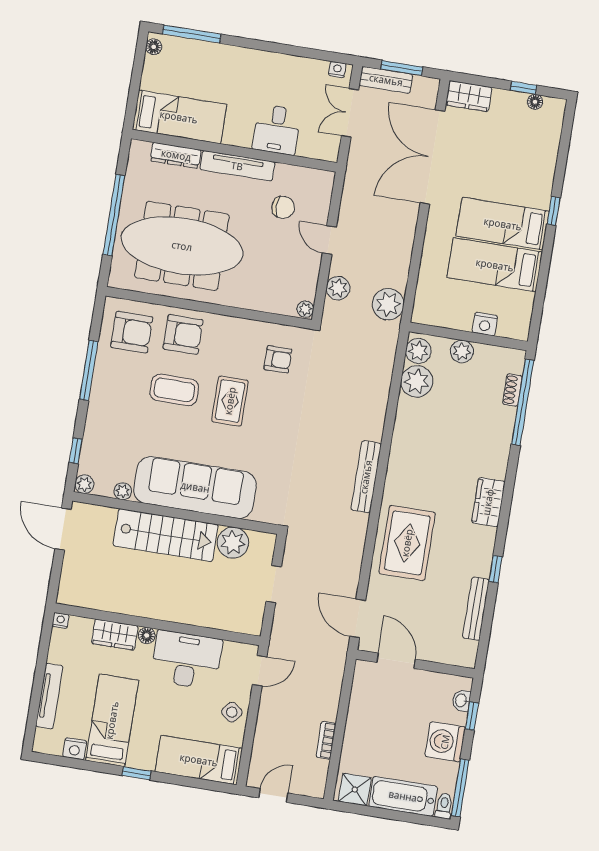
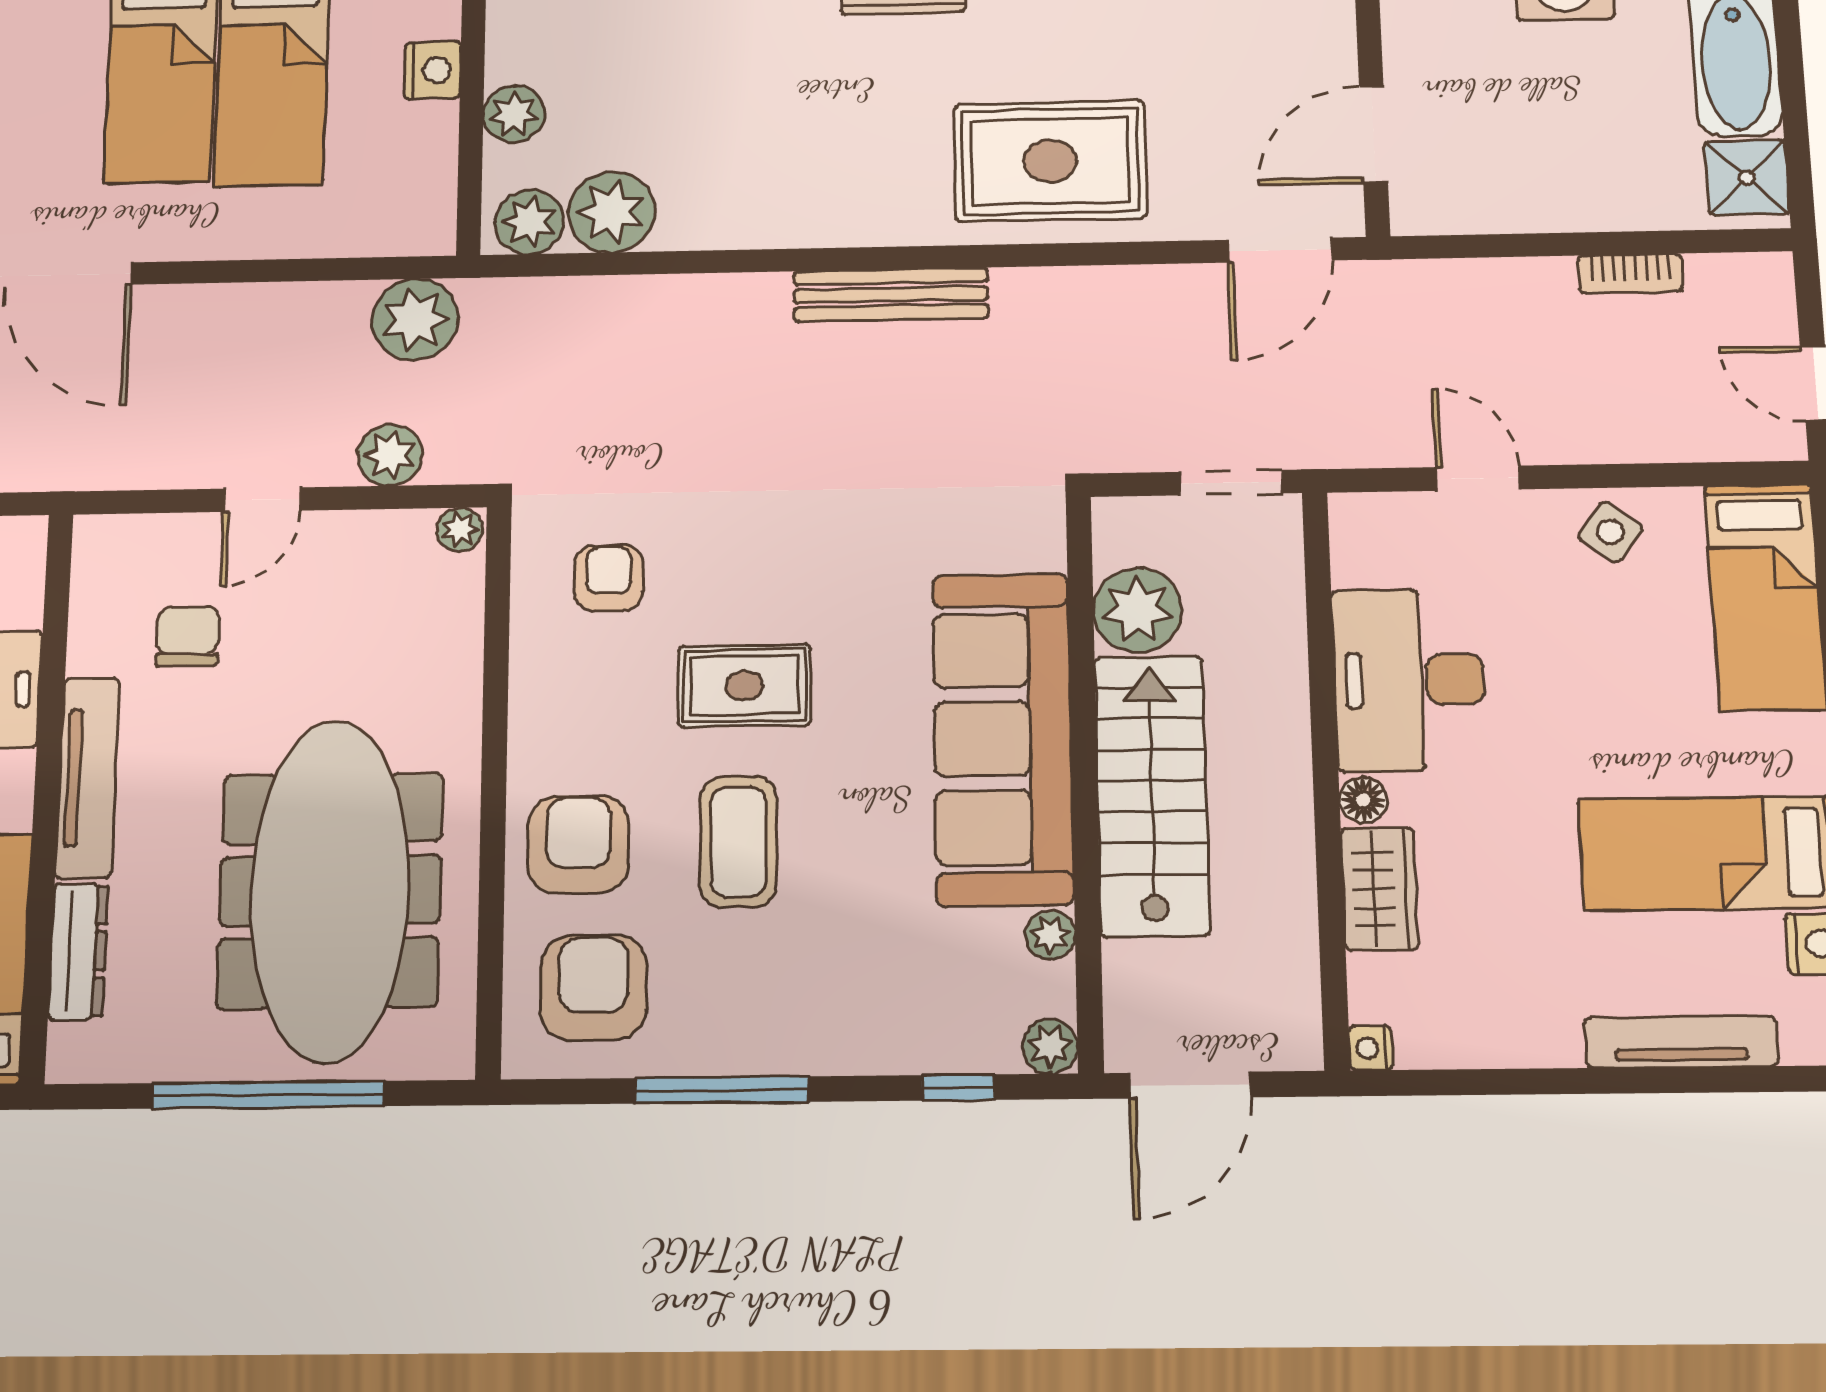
nightstand: (60, 620) -> (1371, 1048), moved
wall: (157, 624) -> (1326, 776), moved
wardrobe: (115, 635) -> (1380, 889), moved
floor lamp: (147, 635) -> (1363, 800), moved
desk: (186, 660) -> (1409, 680), moved

